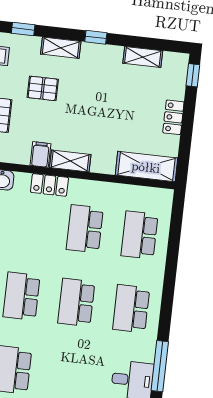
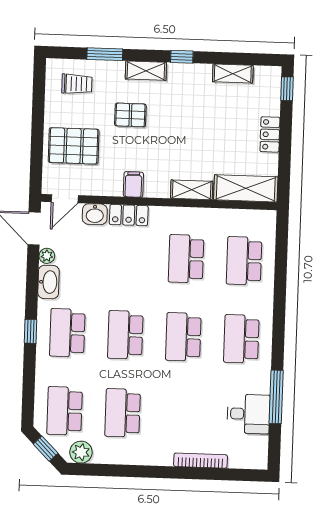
window: (23, 29) -> (105, 54), width x1.50
shelving: (70, 161) -> (192, 190), moved
locker: (49, 185) -> (129, 215), moved

